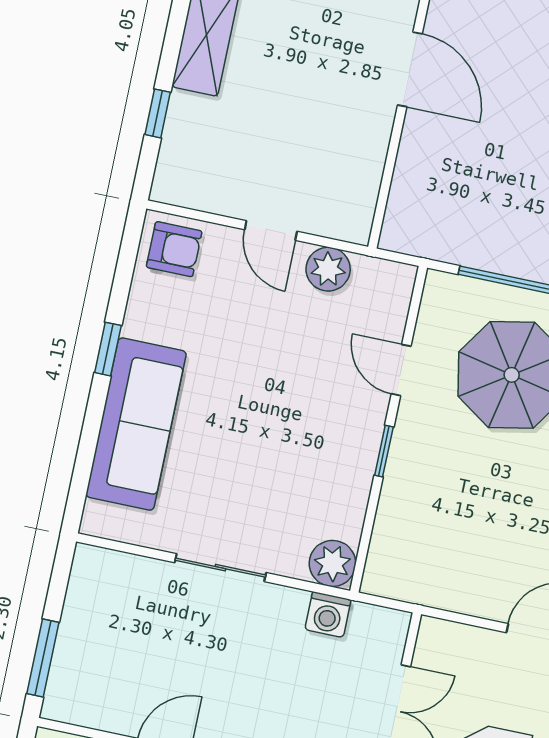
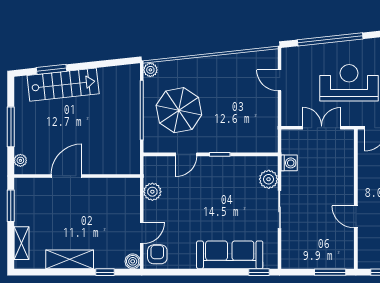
boiler: (170, 186) -> (133, 261), added
door: (271, 230) -> (142, 233), moved
window: (108, 349) -> (259, 272), moved
plant: (332, 563) -> (269, 179), moved

